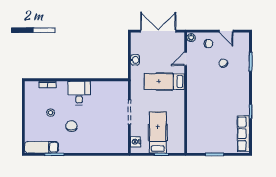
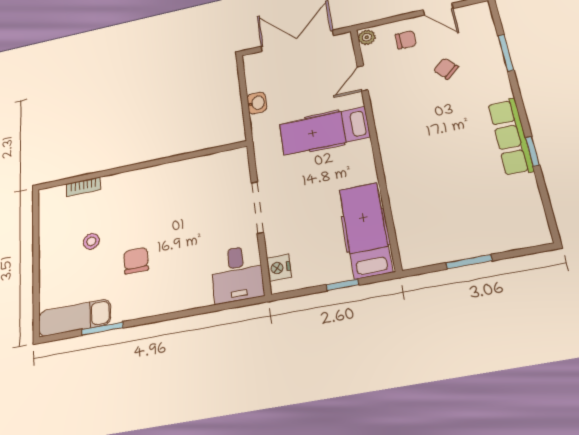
desk: (79, 93) -> (237, 274), moved, turned 180
hospital bed: (158, 132) -> (366, 230), moved
row of seats: (243, 134) -> (511, 137), moved

